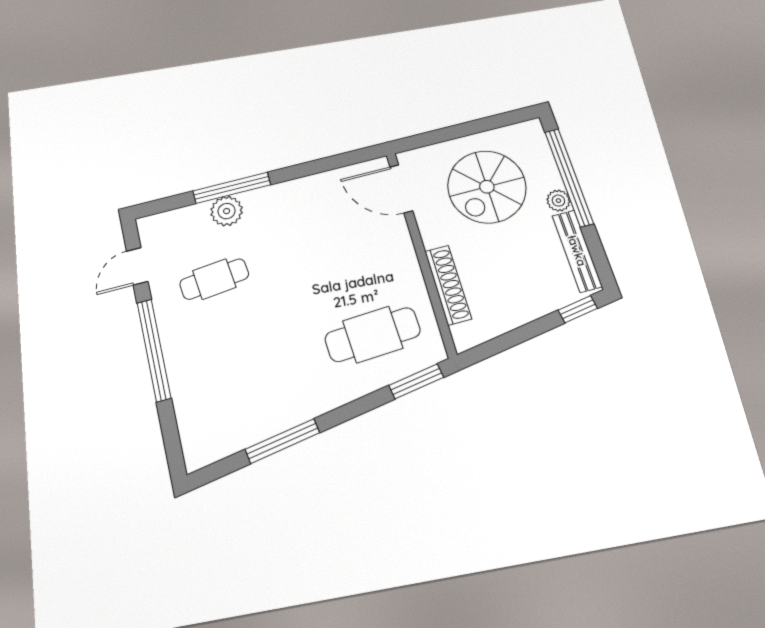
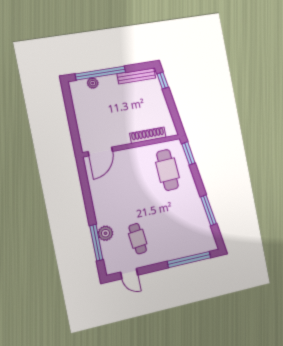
spiral stairs: (487, 187) -> (102, 112), removed
window: (232, 188) -> (96, 243), moved
plant: (558, 201) -> (93, 83), moved
window: (154, 350) -> (189, 259), moved

